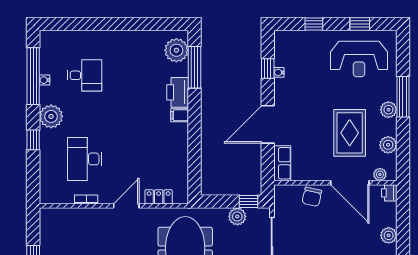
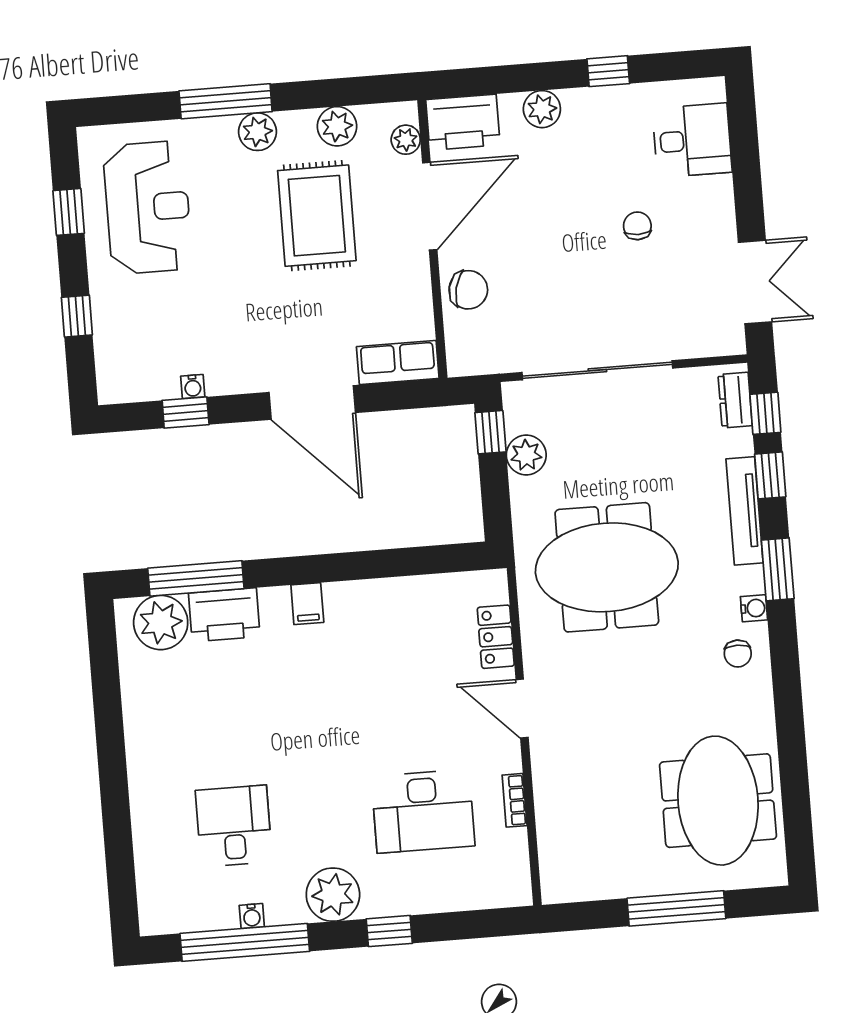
printer: (178, 92) -> (224, 615), moved
rug: (350, 133) -> (317, 216), turned 90
printer: (389, 193) -> (463, 122), width x1.87, depth x1.48

